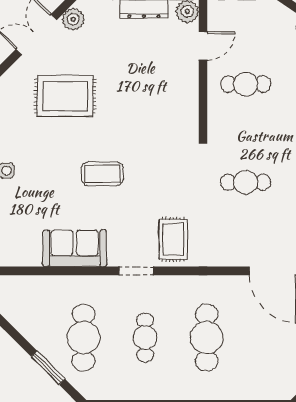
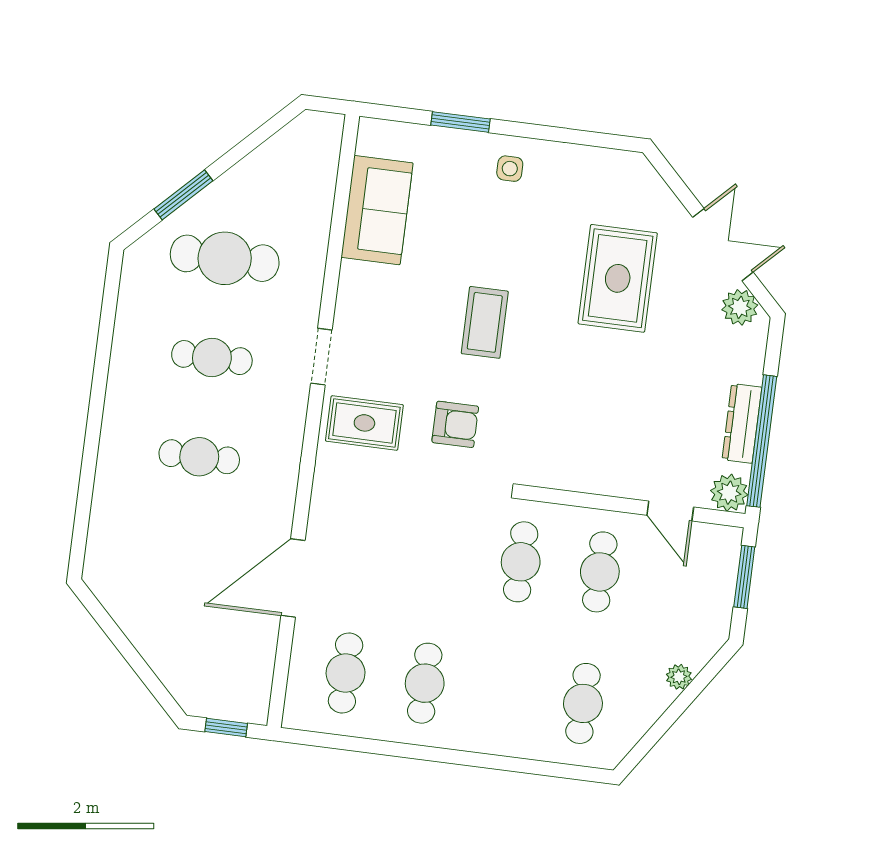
cafe table: (246, 182) -> (521, 562), moved
armchair: (167, 184) -> (455, 424), added
sofa: (75, 248) -> (377, 210), moved
cafe table: (207, 338) -> (199, 457), width x0.73, depth x0.74

